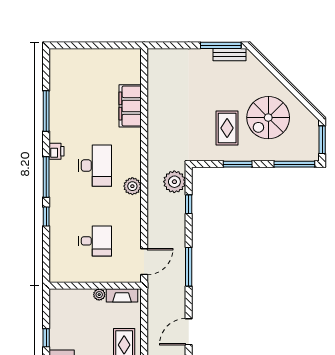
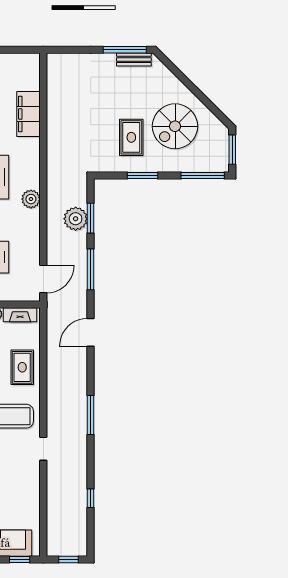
plant: (174, 182) -> (76, 219), moved
window: (189, 204) -> (91, 218), width x1.50
window: (189, 267) -> (91, 269), moved
door: (189, 332) -> (91, 332), moved

